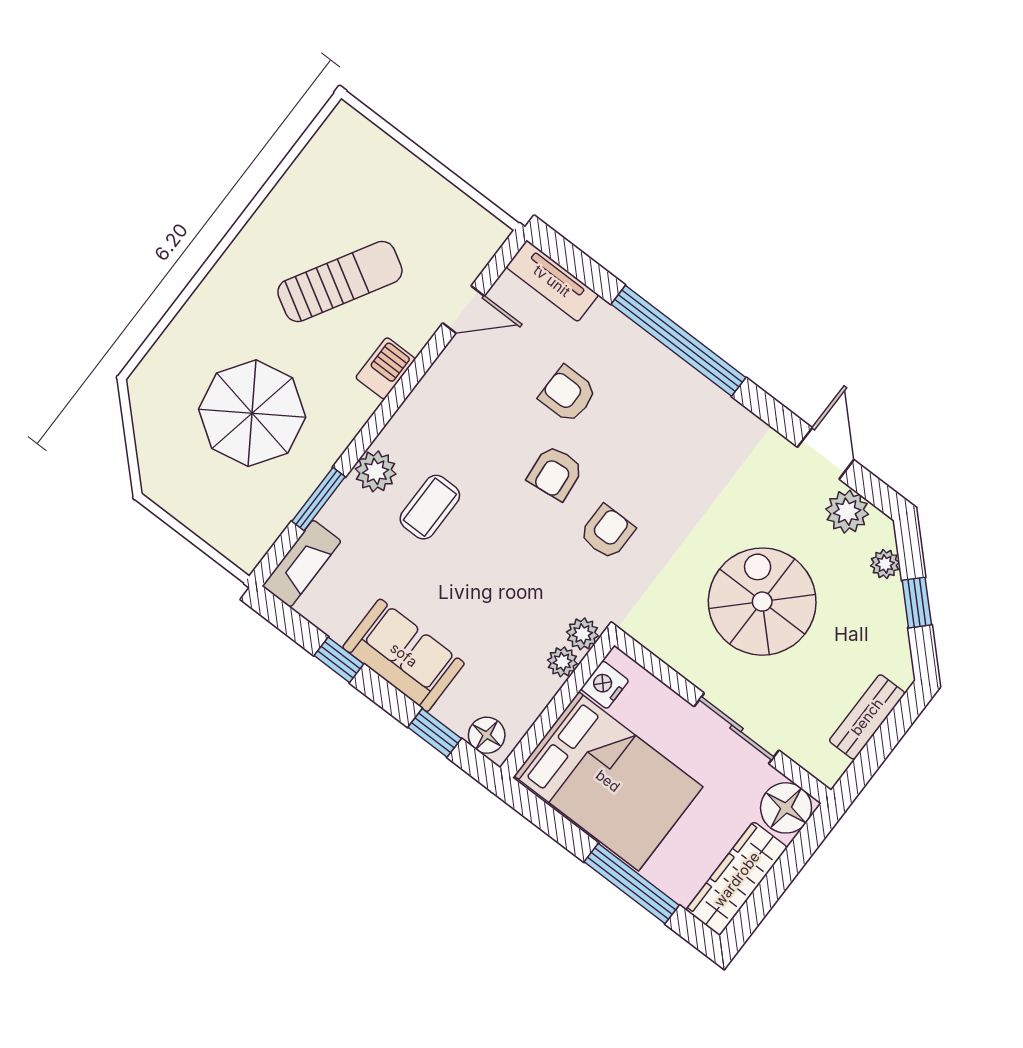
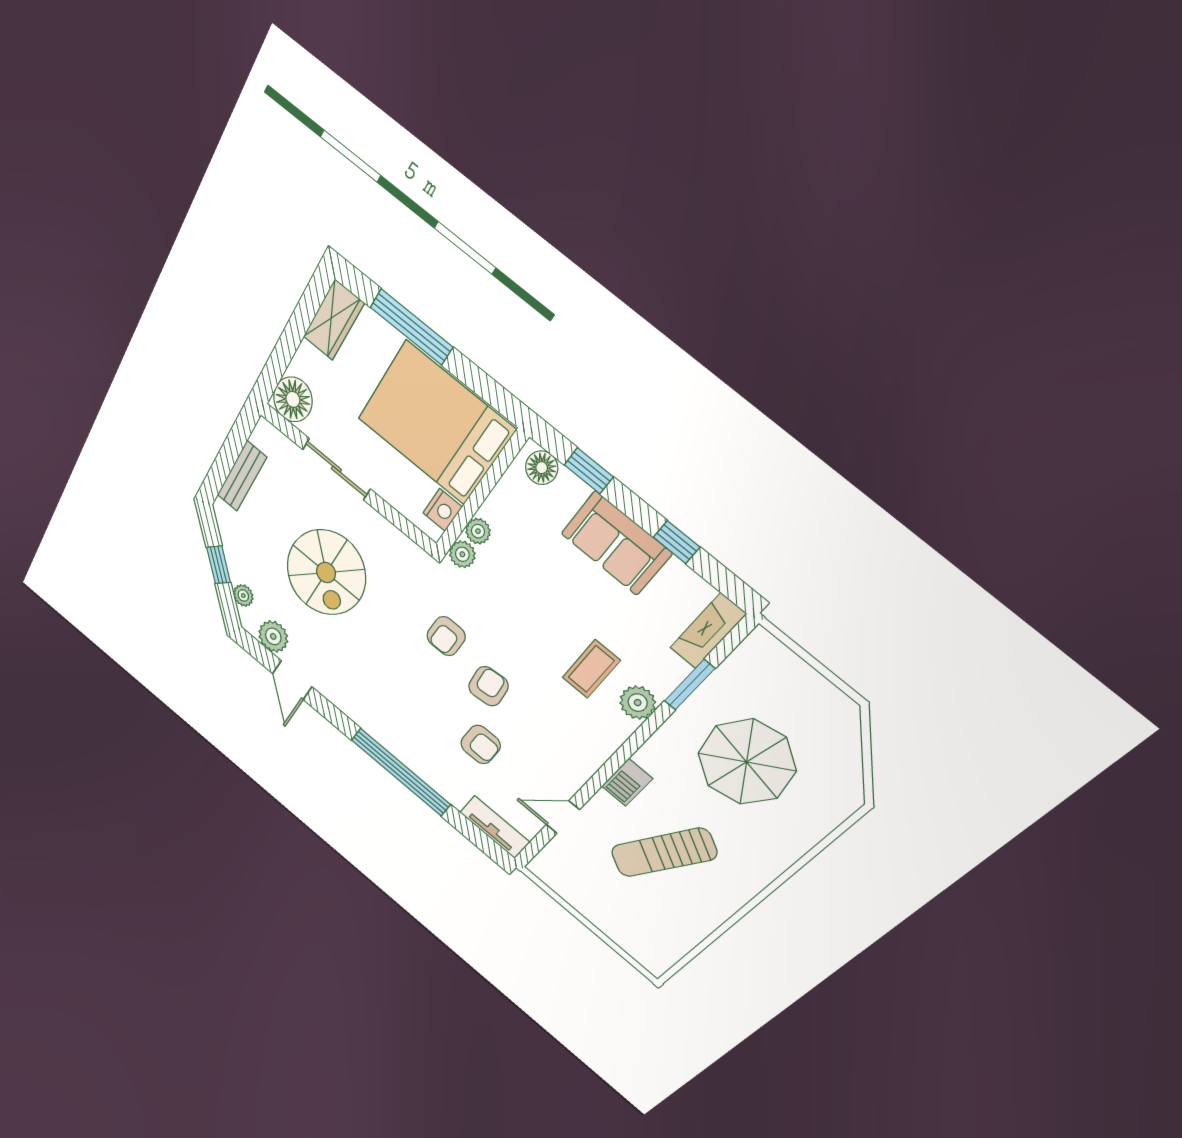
wardrobe: (737, 879) -> (334, 320), width x0.67

